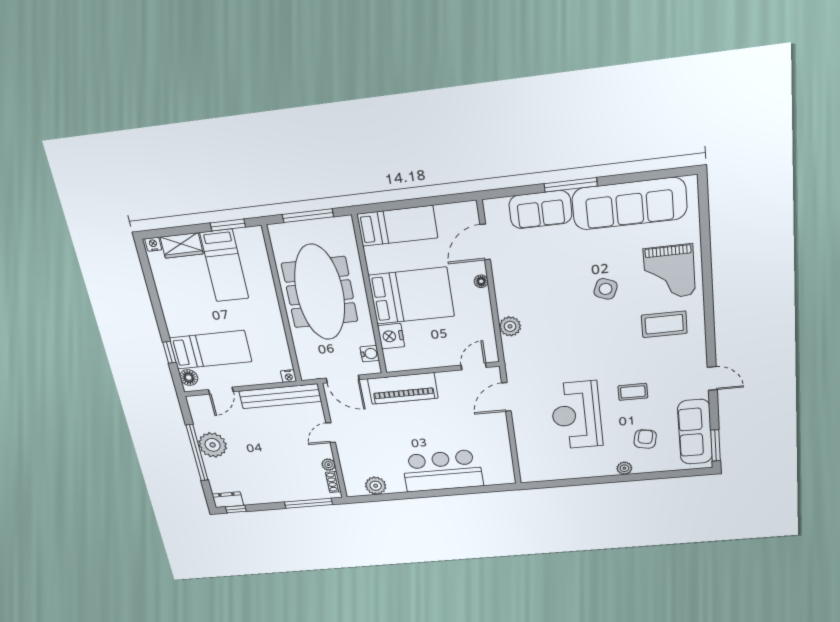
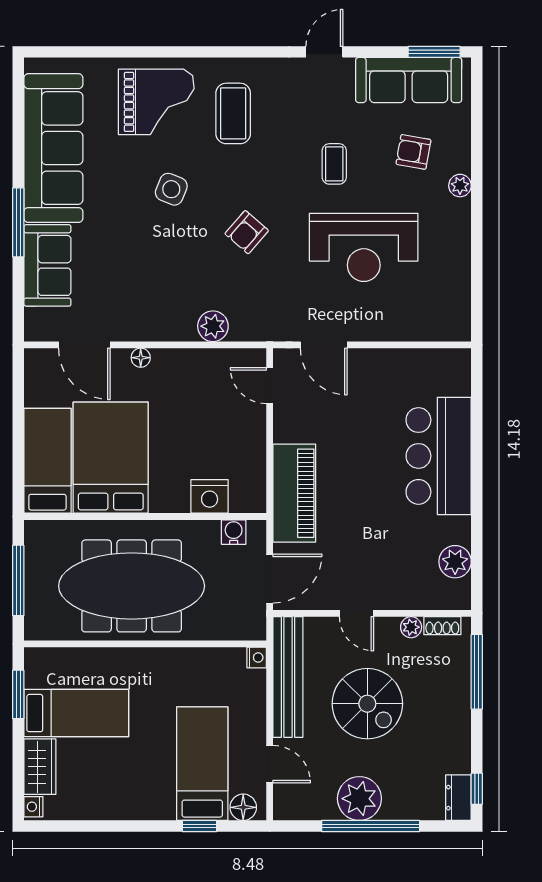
bed: (411, 296) -> (111, 458), moved
armchair: (579, 341) -> (247, 232), added
spiral stairs: (274, 444) -> (367, 704), added

